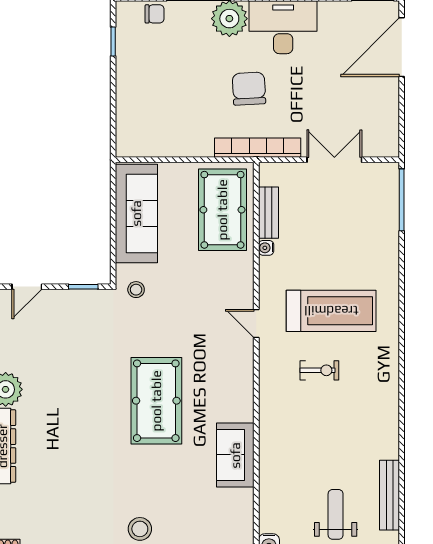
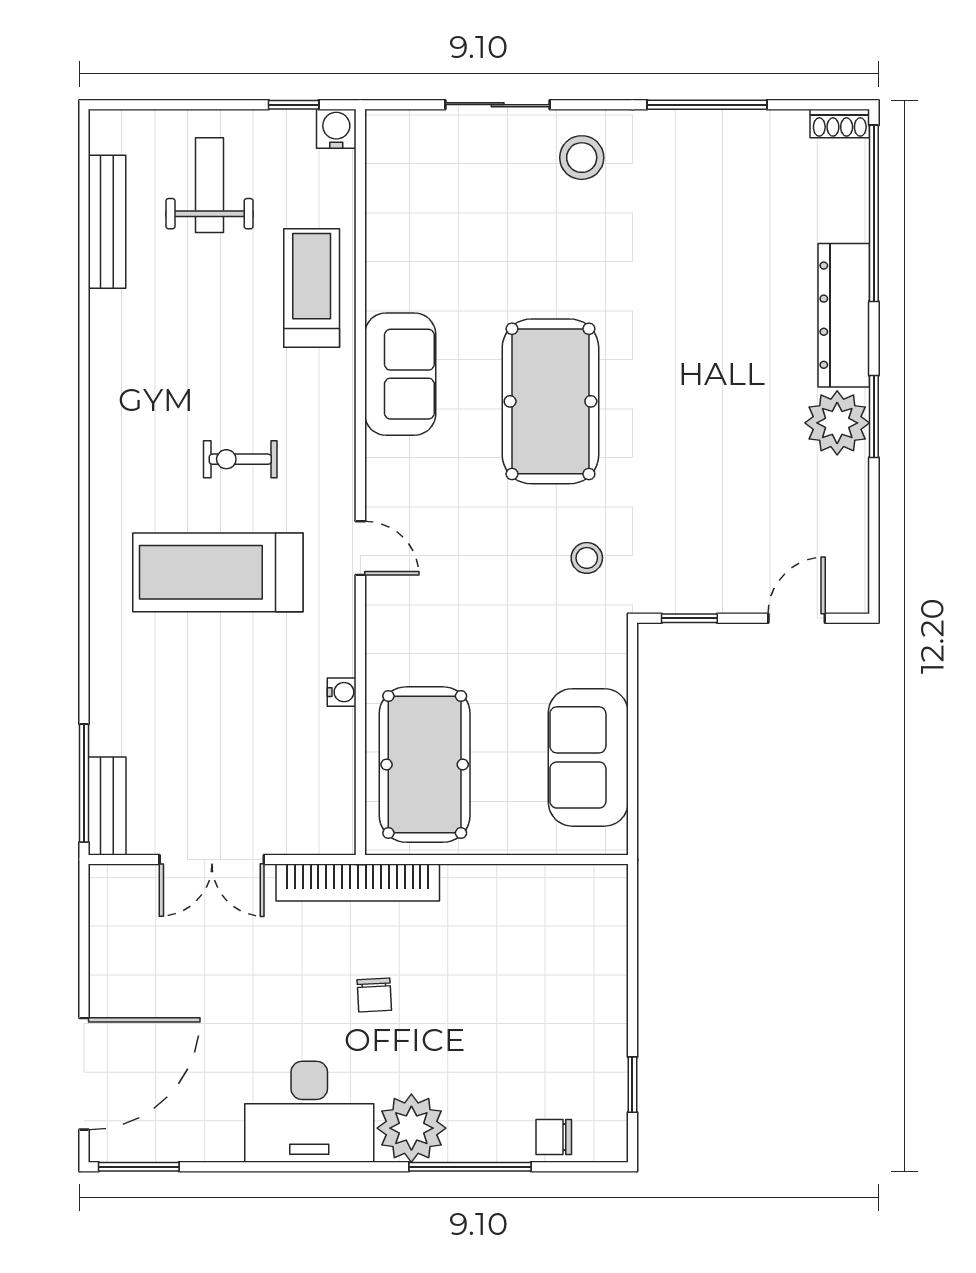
chair: (249, 89) -> (374, 995), width x0.54, depth x0.54
sofa: (136, 213) -> (588, 757), width x0.73
bench: (268, 213) -> (107, 806), moved
stool: (136, 290) -> (587, 558), moved
sofa: (235, 455) -> (400, 374), moved
treadmill: (282, 460) -> (312, 288), added
weight bench: (336, 514) -> (210, 185), turned 180

